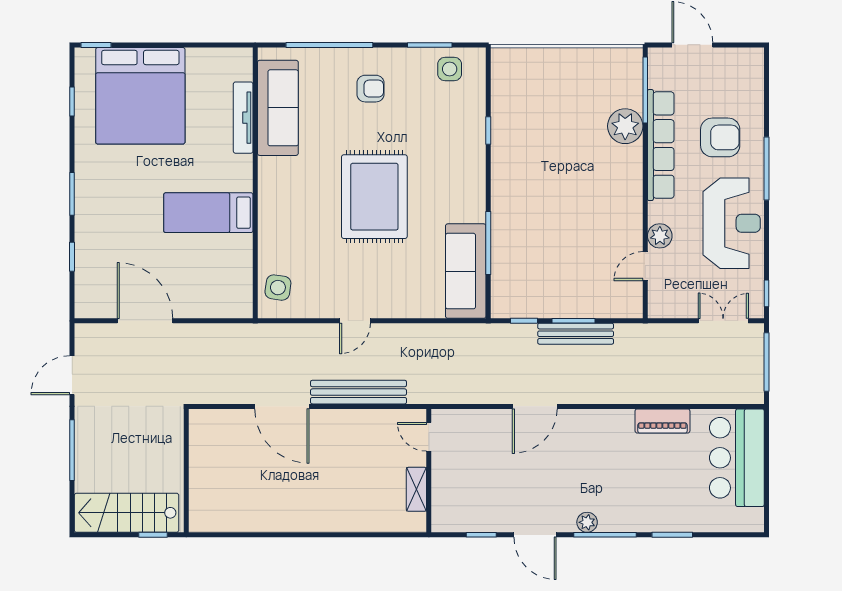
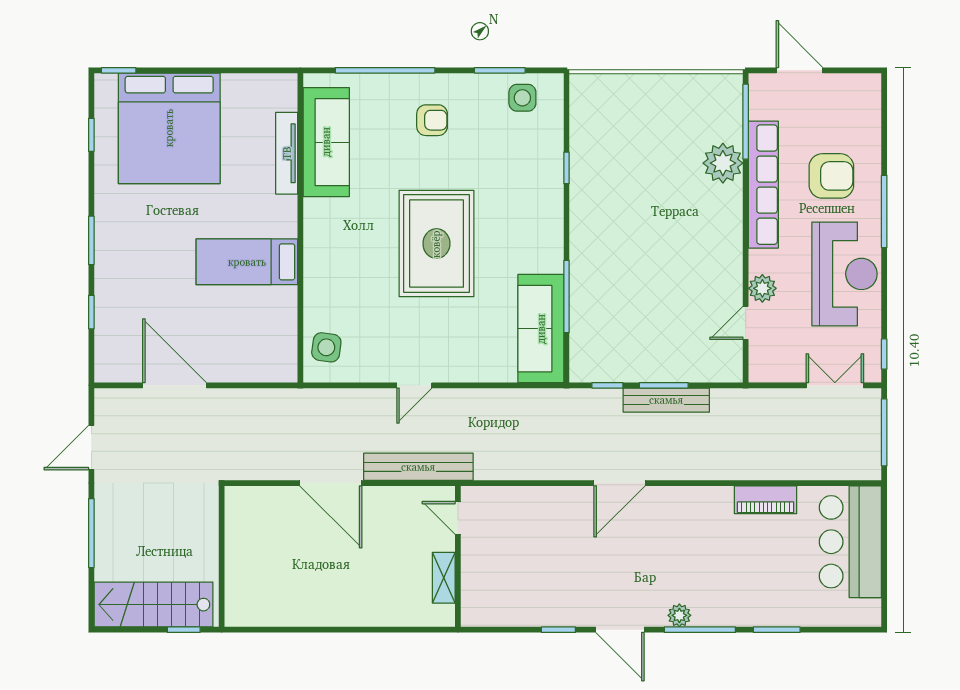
door: (429, 437) -> (458, 518), moved
wall: (429, 471) -> (458, 556), moved
shelving: (416, 489) -> (444, 578), moved

